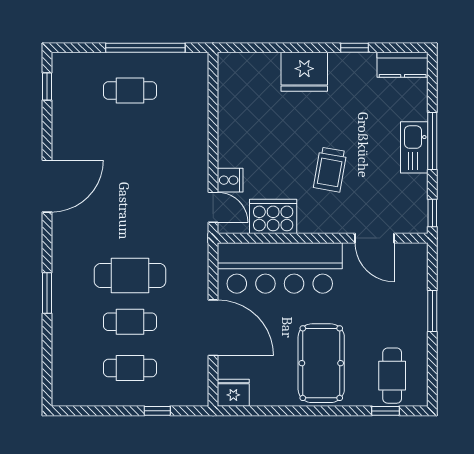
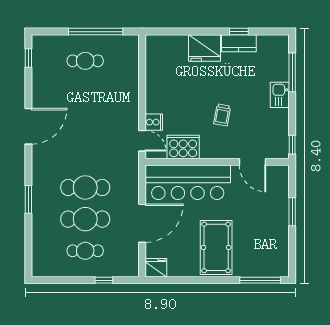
kitchen counter: (403, 65) -> (239, 43), moved
window: (432, 141) -> (292, 72), moved
kitchen sink: (414, 147) -> (280, 95), width x0.73
trolley: (330, 170) -> (222, 115), width x0.73, depth x0.72
cafe table: (130, 322) -> (85, 219), width x1.37, depth x1.35
door: (213, 328) -> (142, 223), hinge flipped
cafe table: (392, 376) -> (265, 256), removed
window: (386, 411) -> (260, 280), width x2.17

